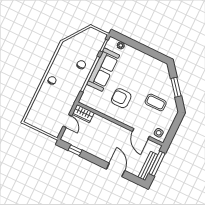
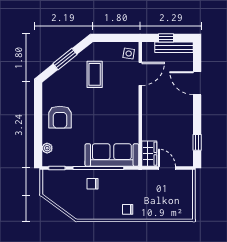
sofa: (103, 70) -> (112, 155), moved
armchair: (121, 98) -> (60, 117), moved
door: (67, 121) -> (167, 168), hinge flipped
window: (157, 164) -> (166, 38), width x0.46
door: (116, 170) -> (197, 83), hinge flipped

